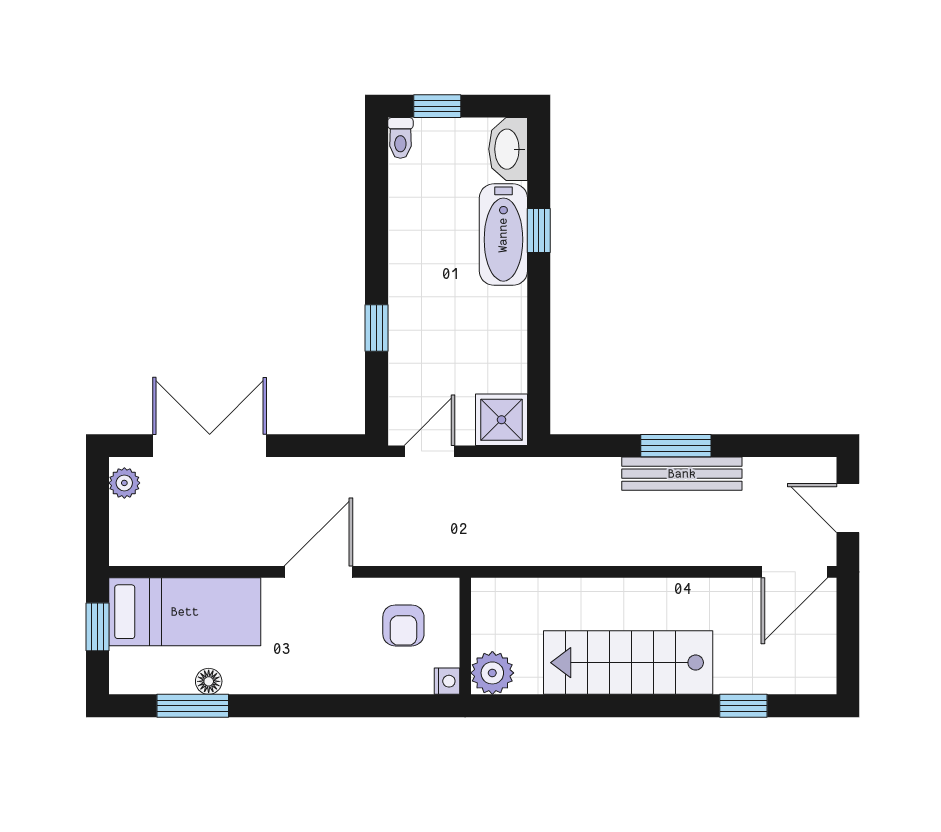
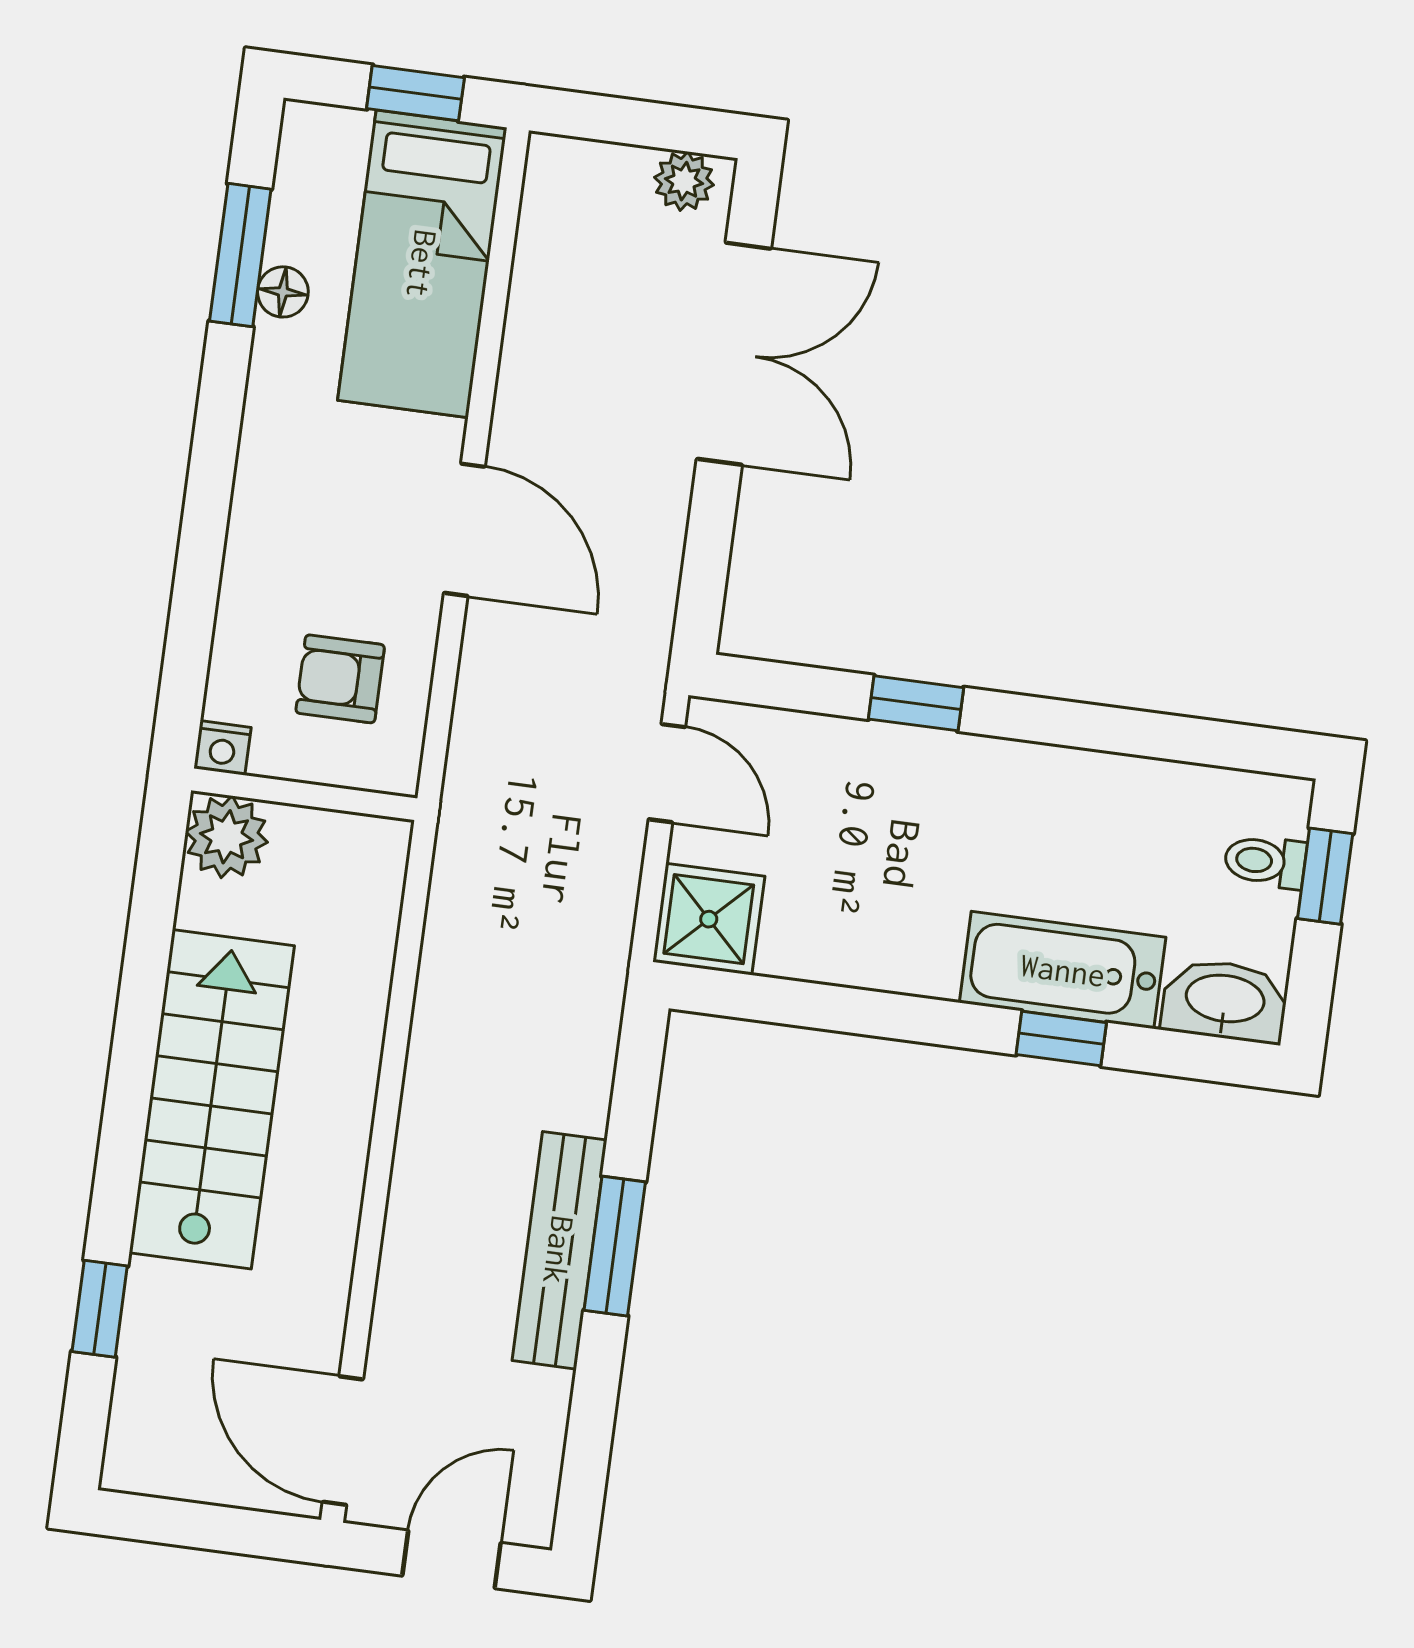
toilet: (400, 138) -> (1265, 861), moved

